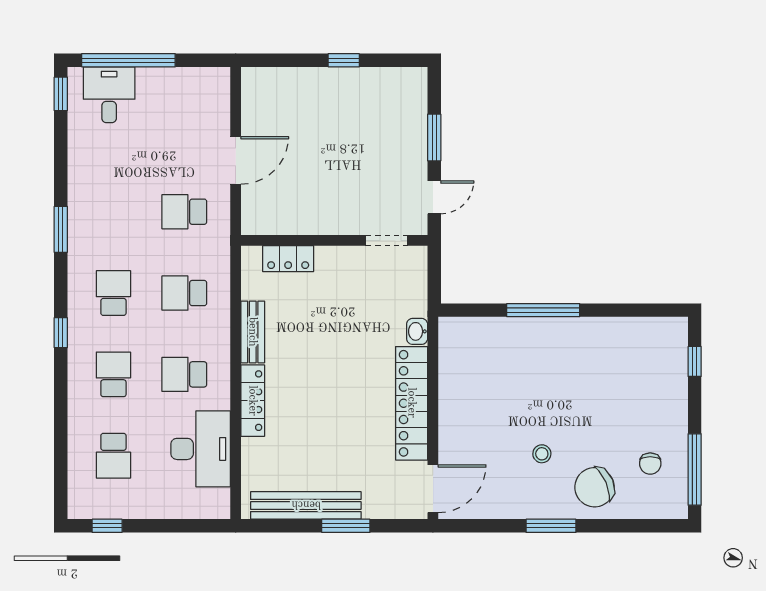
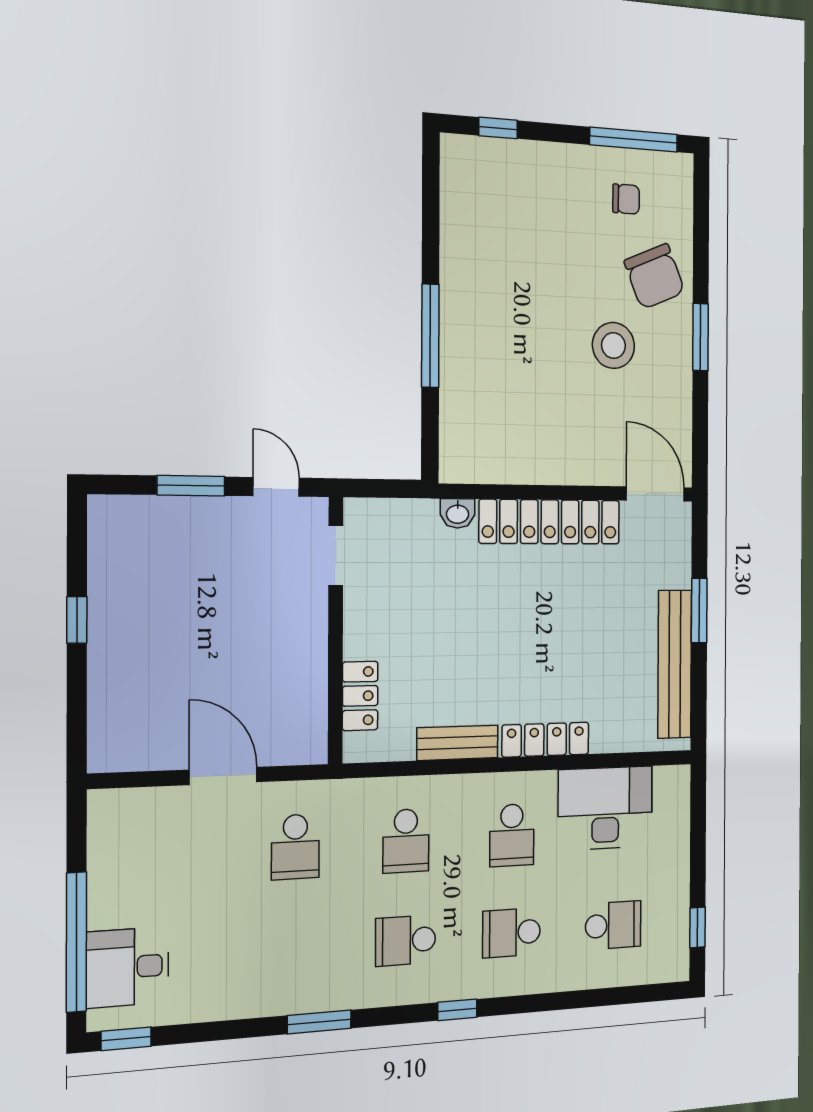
stool: (542, 454) -> (613, 345), width x1.89, depth x1.89

